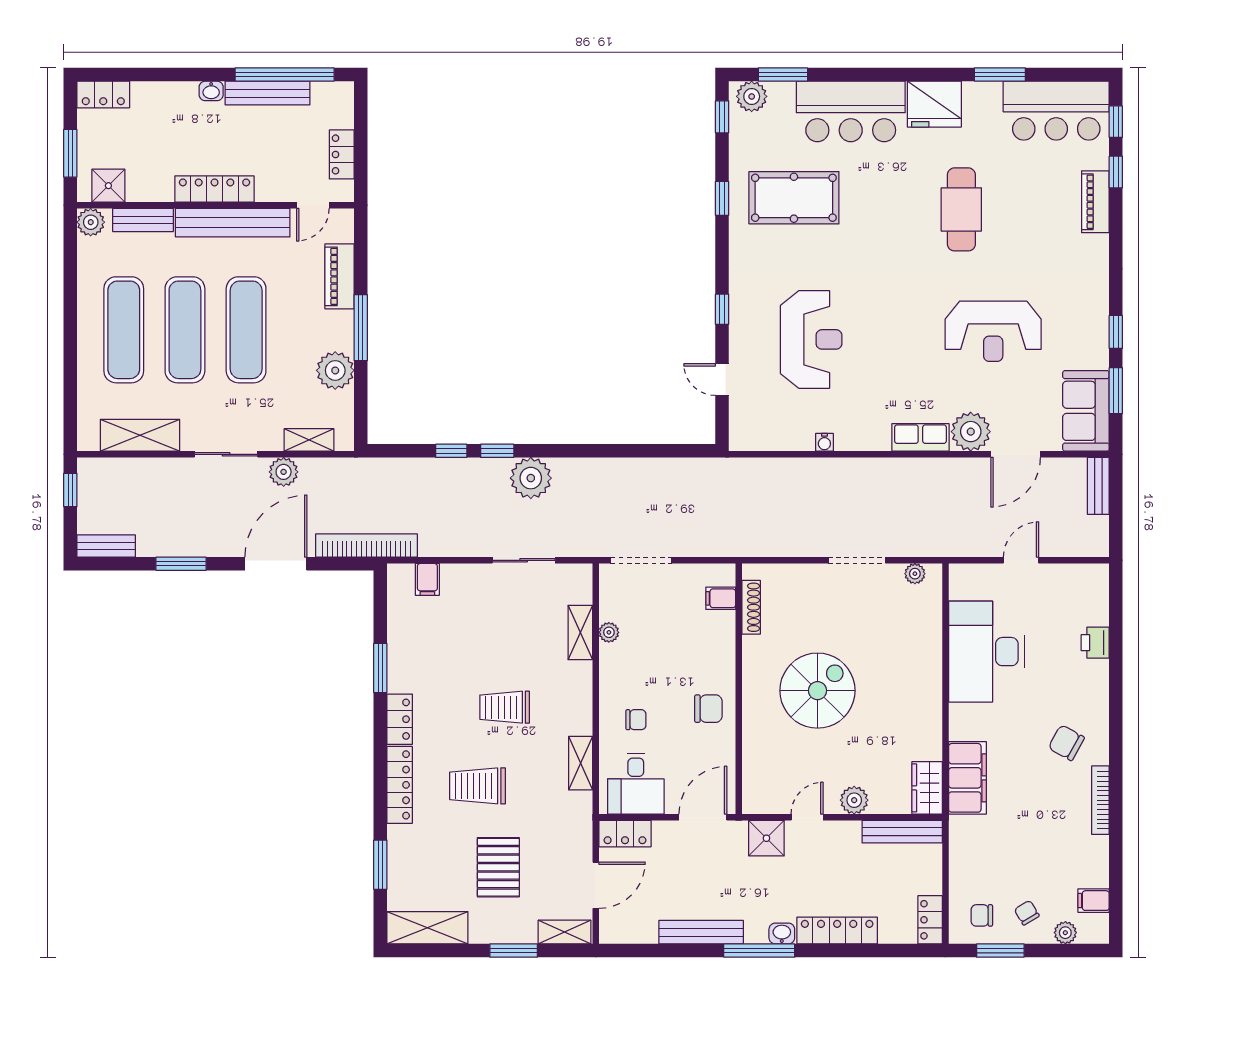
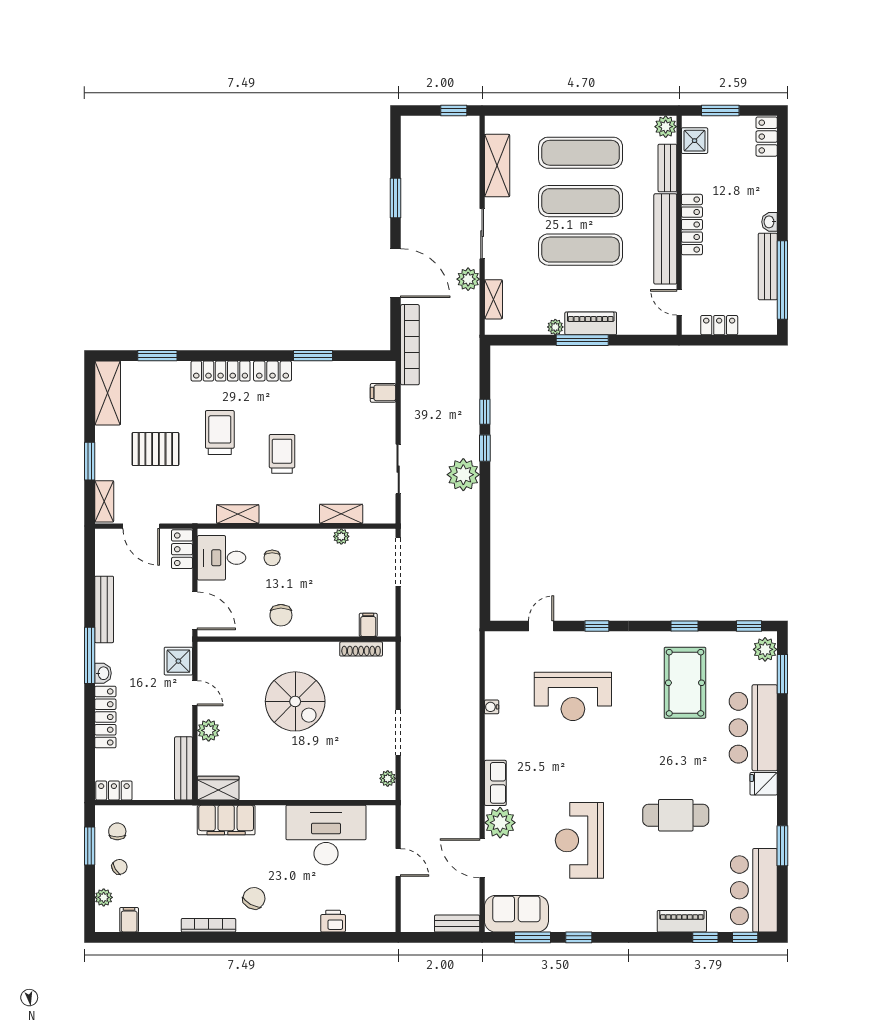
fridge: (934, 104) -> (764, 784), width x0.53, depth x0.75
piano: (340, 276) -> (591, 323), moved
plant: (335, 370) -> (555, 327), width x0.53, depth x0.53
bench: (106, 546) -> (410, 139), removed

